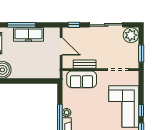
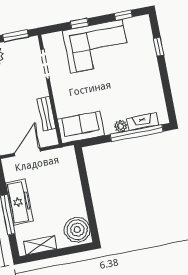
sofa: (82, 79) -> (81, 127), moved, turned -90
window: (141, 111) -> (79, 24), moved

